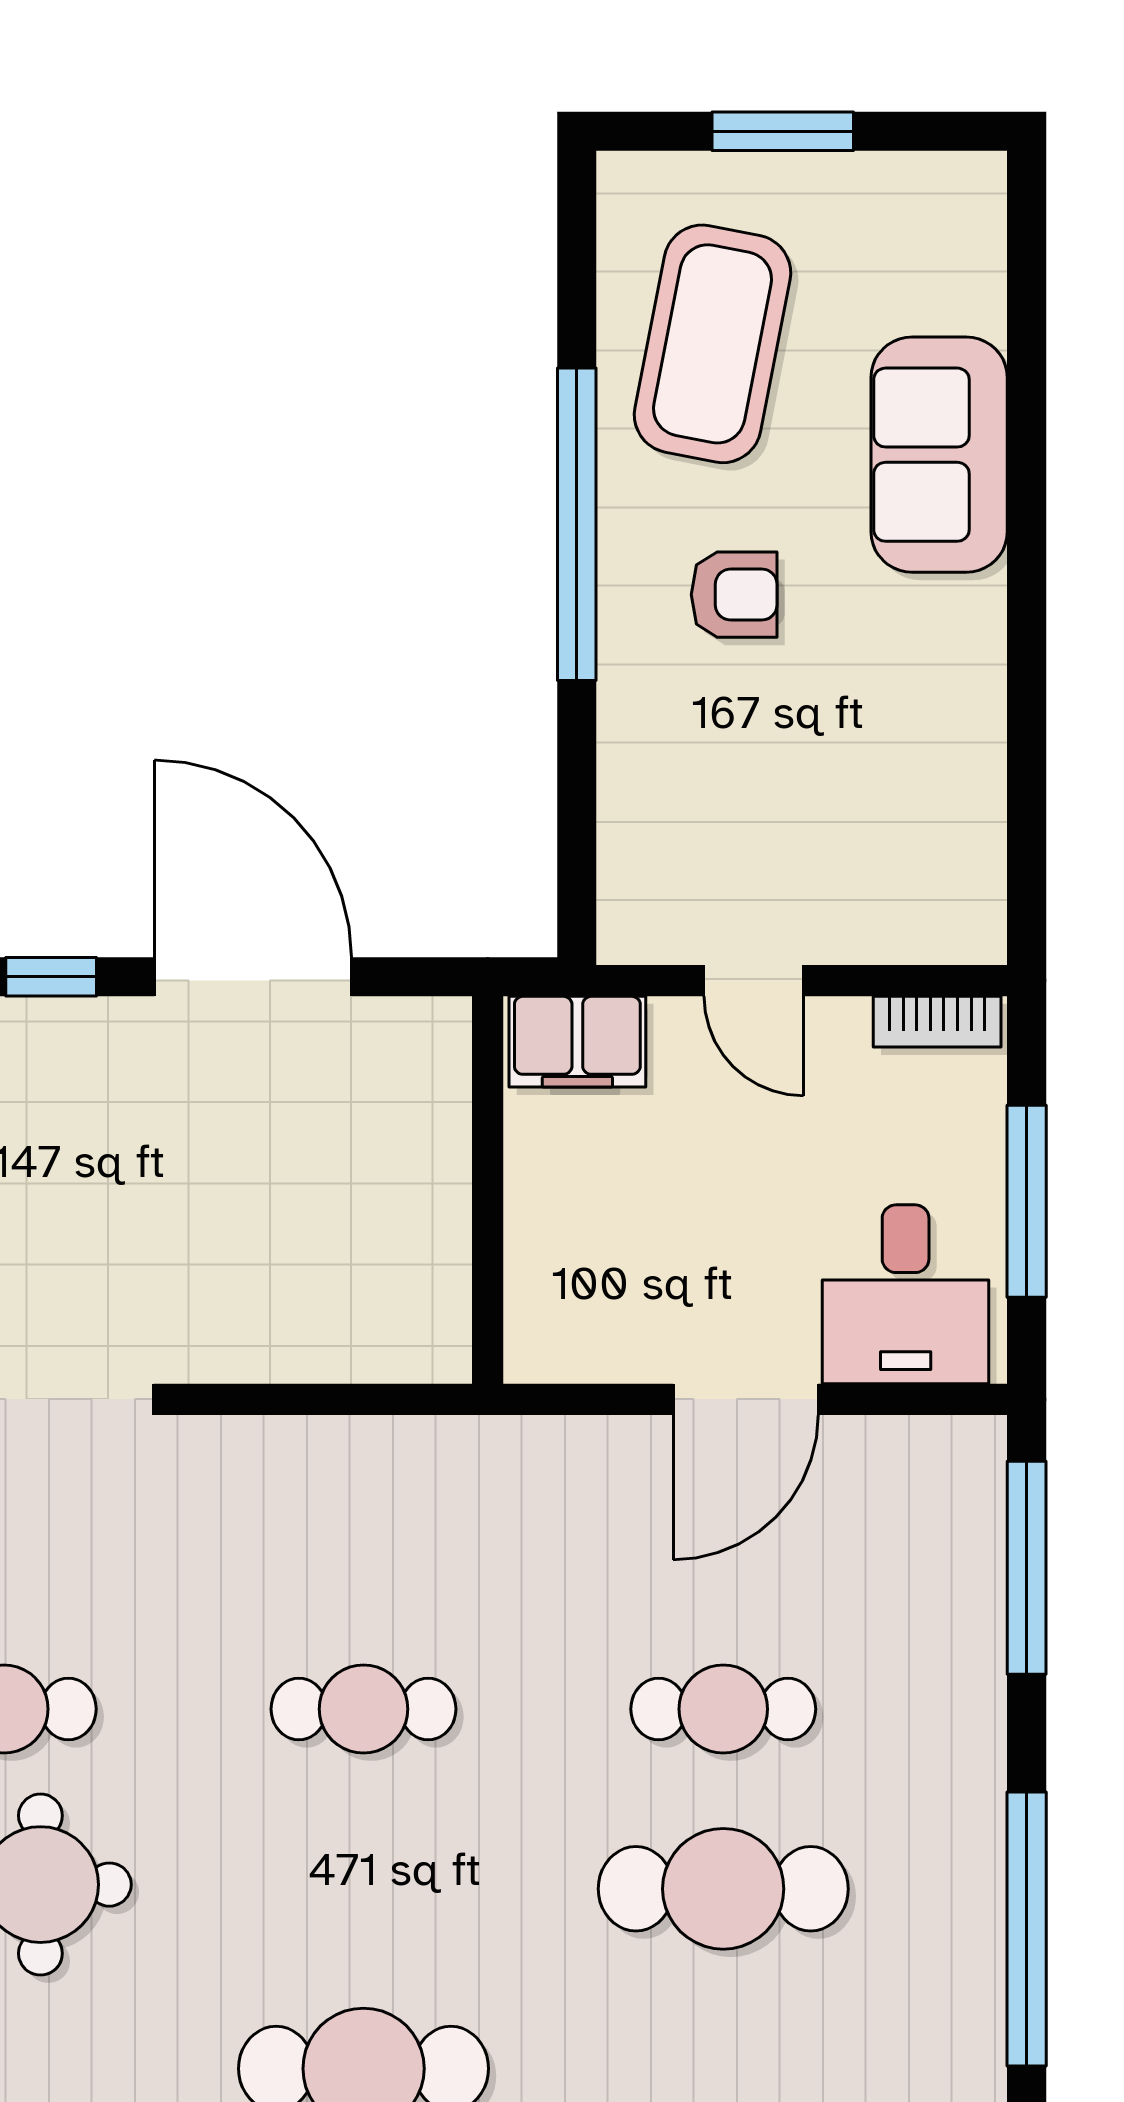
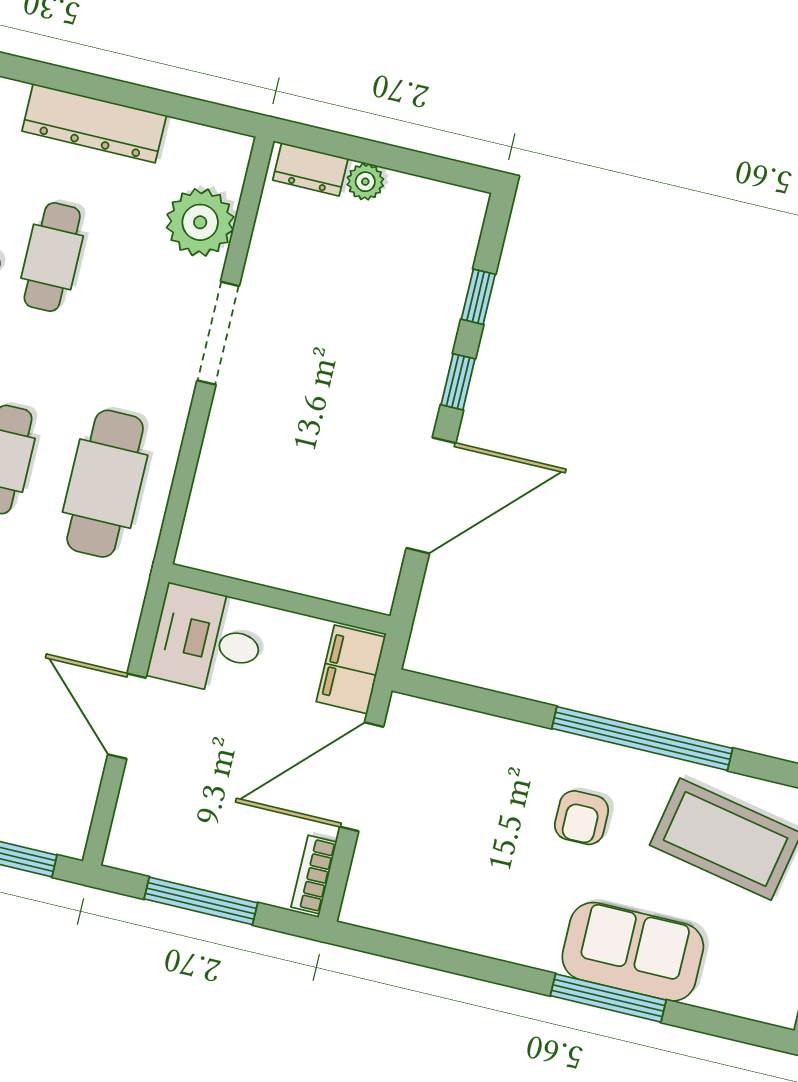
window: (1027, 477) -> (608, 998), added
door: (754, 981) -> (362, 777), width x1.87
desk: (906, 1294) -> (207, 641), moved
cafe table: (364, 1529) -> (105, 484), added

